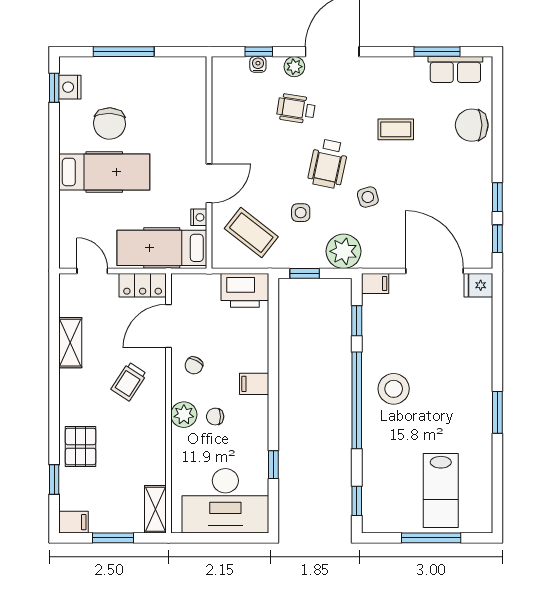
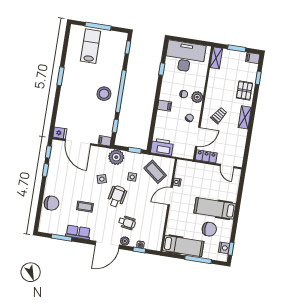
row of seats: (455, 69) -> (78, 232), moved
chair: (110, 124) -> (209, 229), turned 88
hospital bed: (162, 248) -> (183, 246), moved
shelving: (70, 343) -> (245, 117), moved

